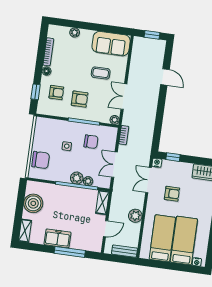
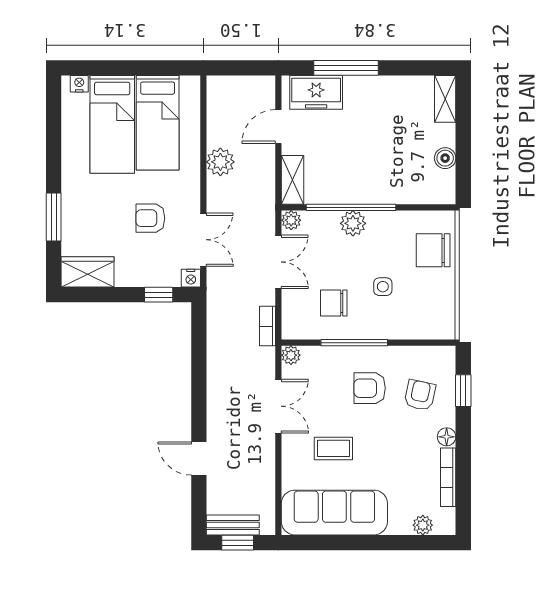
plant: (75, 32) -> (423, 525), moved
sofa: (111, 44) -> (334, 513), width x1.36
armchair: (56, 93) -> (420, 395), turned 102
plant: (88, 181) -> (291, 220), moved
boiler: (33, 203) -> (445, 158), width x0.54, depth x0.54
freezer: (58, 238) -> (316, 92), moved
bench: (124, 251) -> (233, 525), moved

